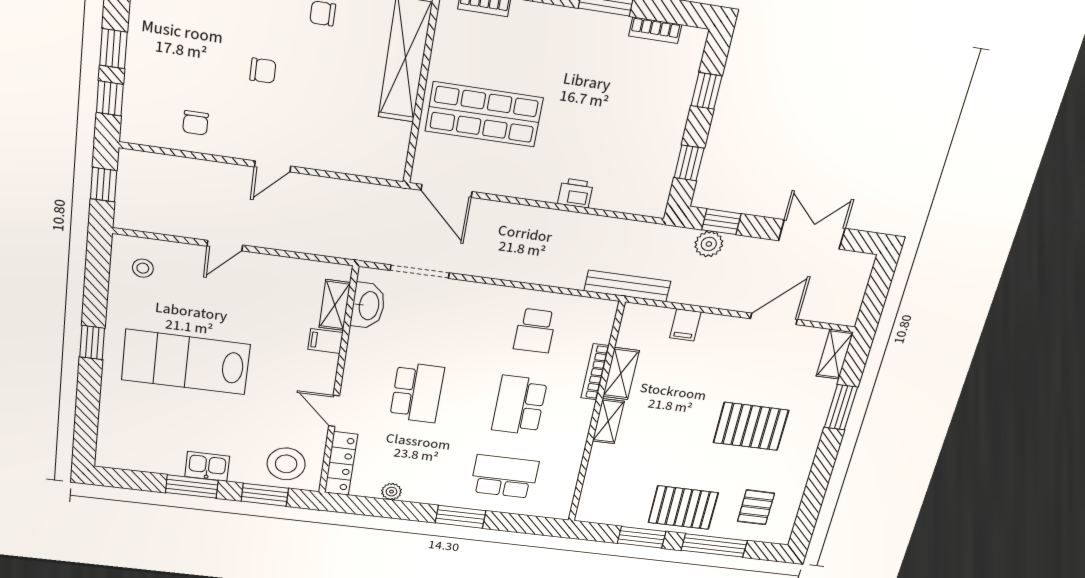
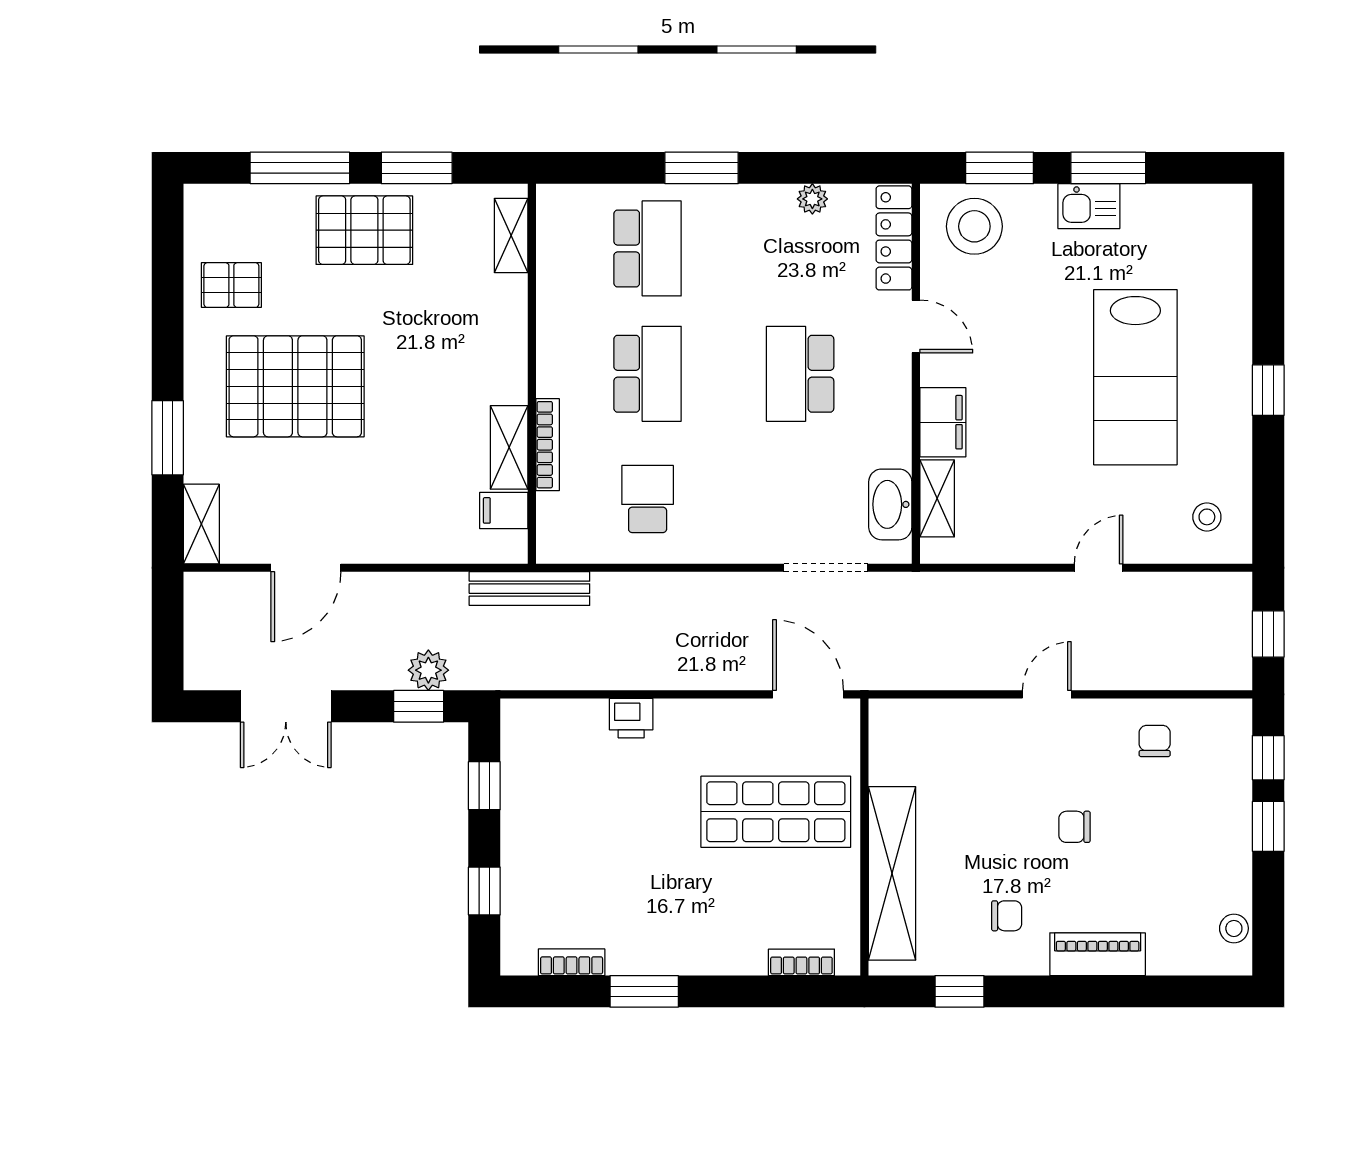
filing cabinet: (685, 325) -> (504, 510), moved, turned -90
filing cabinet: (325, 341) -> (943, 422), width x2.00
lab bench: (186, 362) -> (1135, 377), turned 90
shelving: (608, 421) -> (511, 235), moved
pallet: (751, 426) -> (295, 386), width x1.37, depth x1.41
school desk: (505, 477) -> (648, 248), turned -90
pallet: (756, 507) -> (231, 285), moved, turned 90

